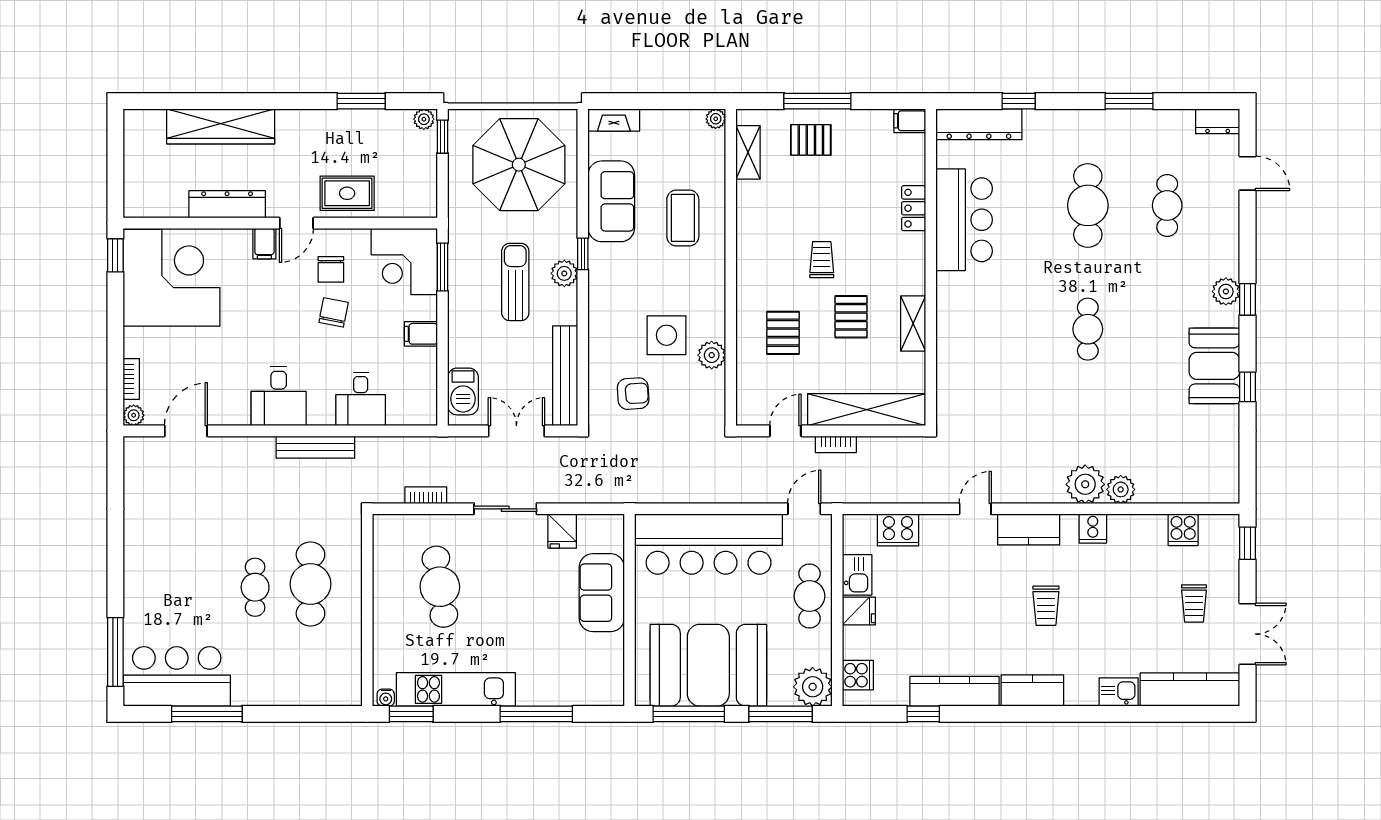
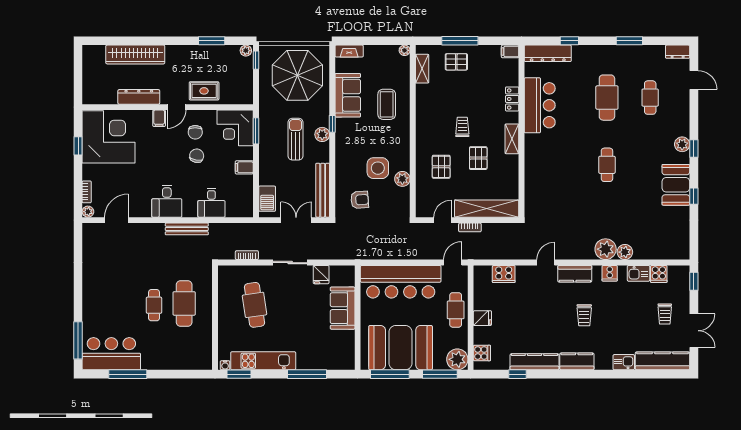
window: (115, 255) -> (78, 146), moved
shelving: (913, 323) -> (512, 139), moved
kitchen sink: (857, 575) -> (639, 273), moved, turned 90

